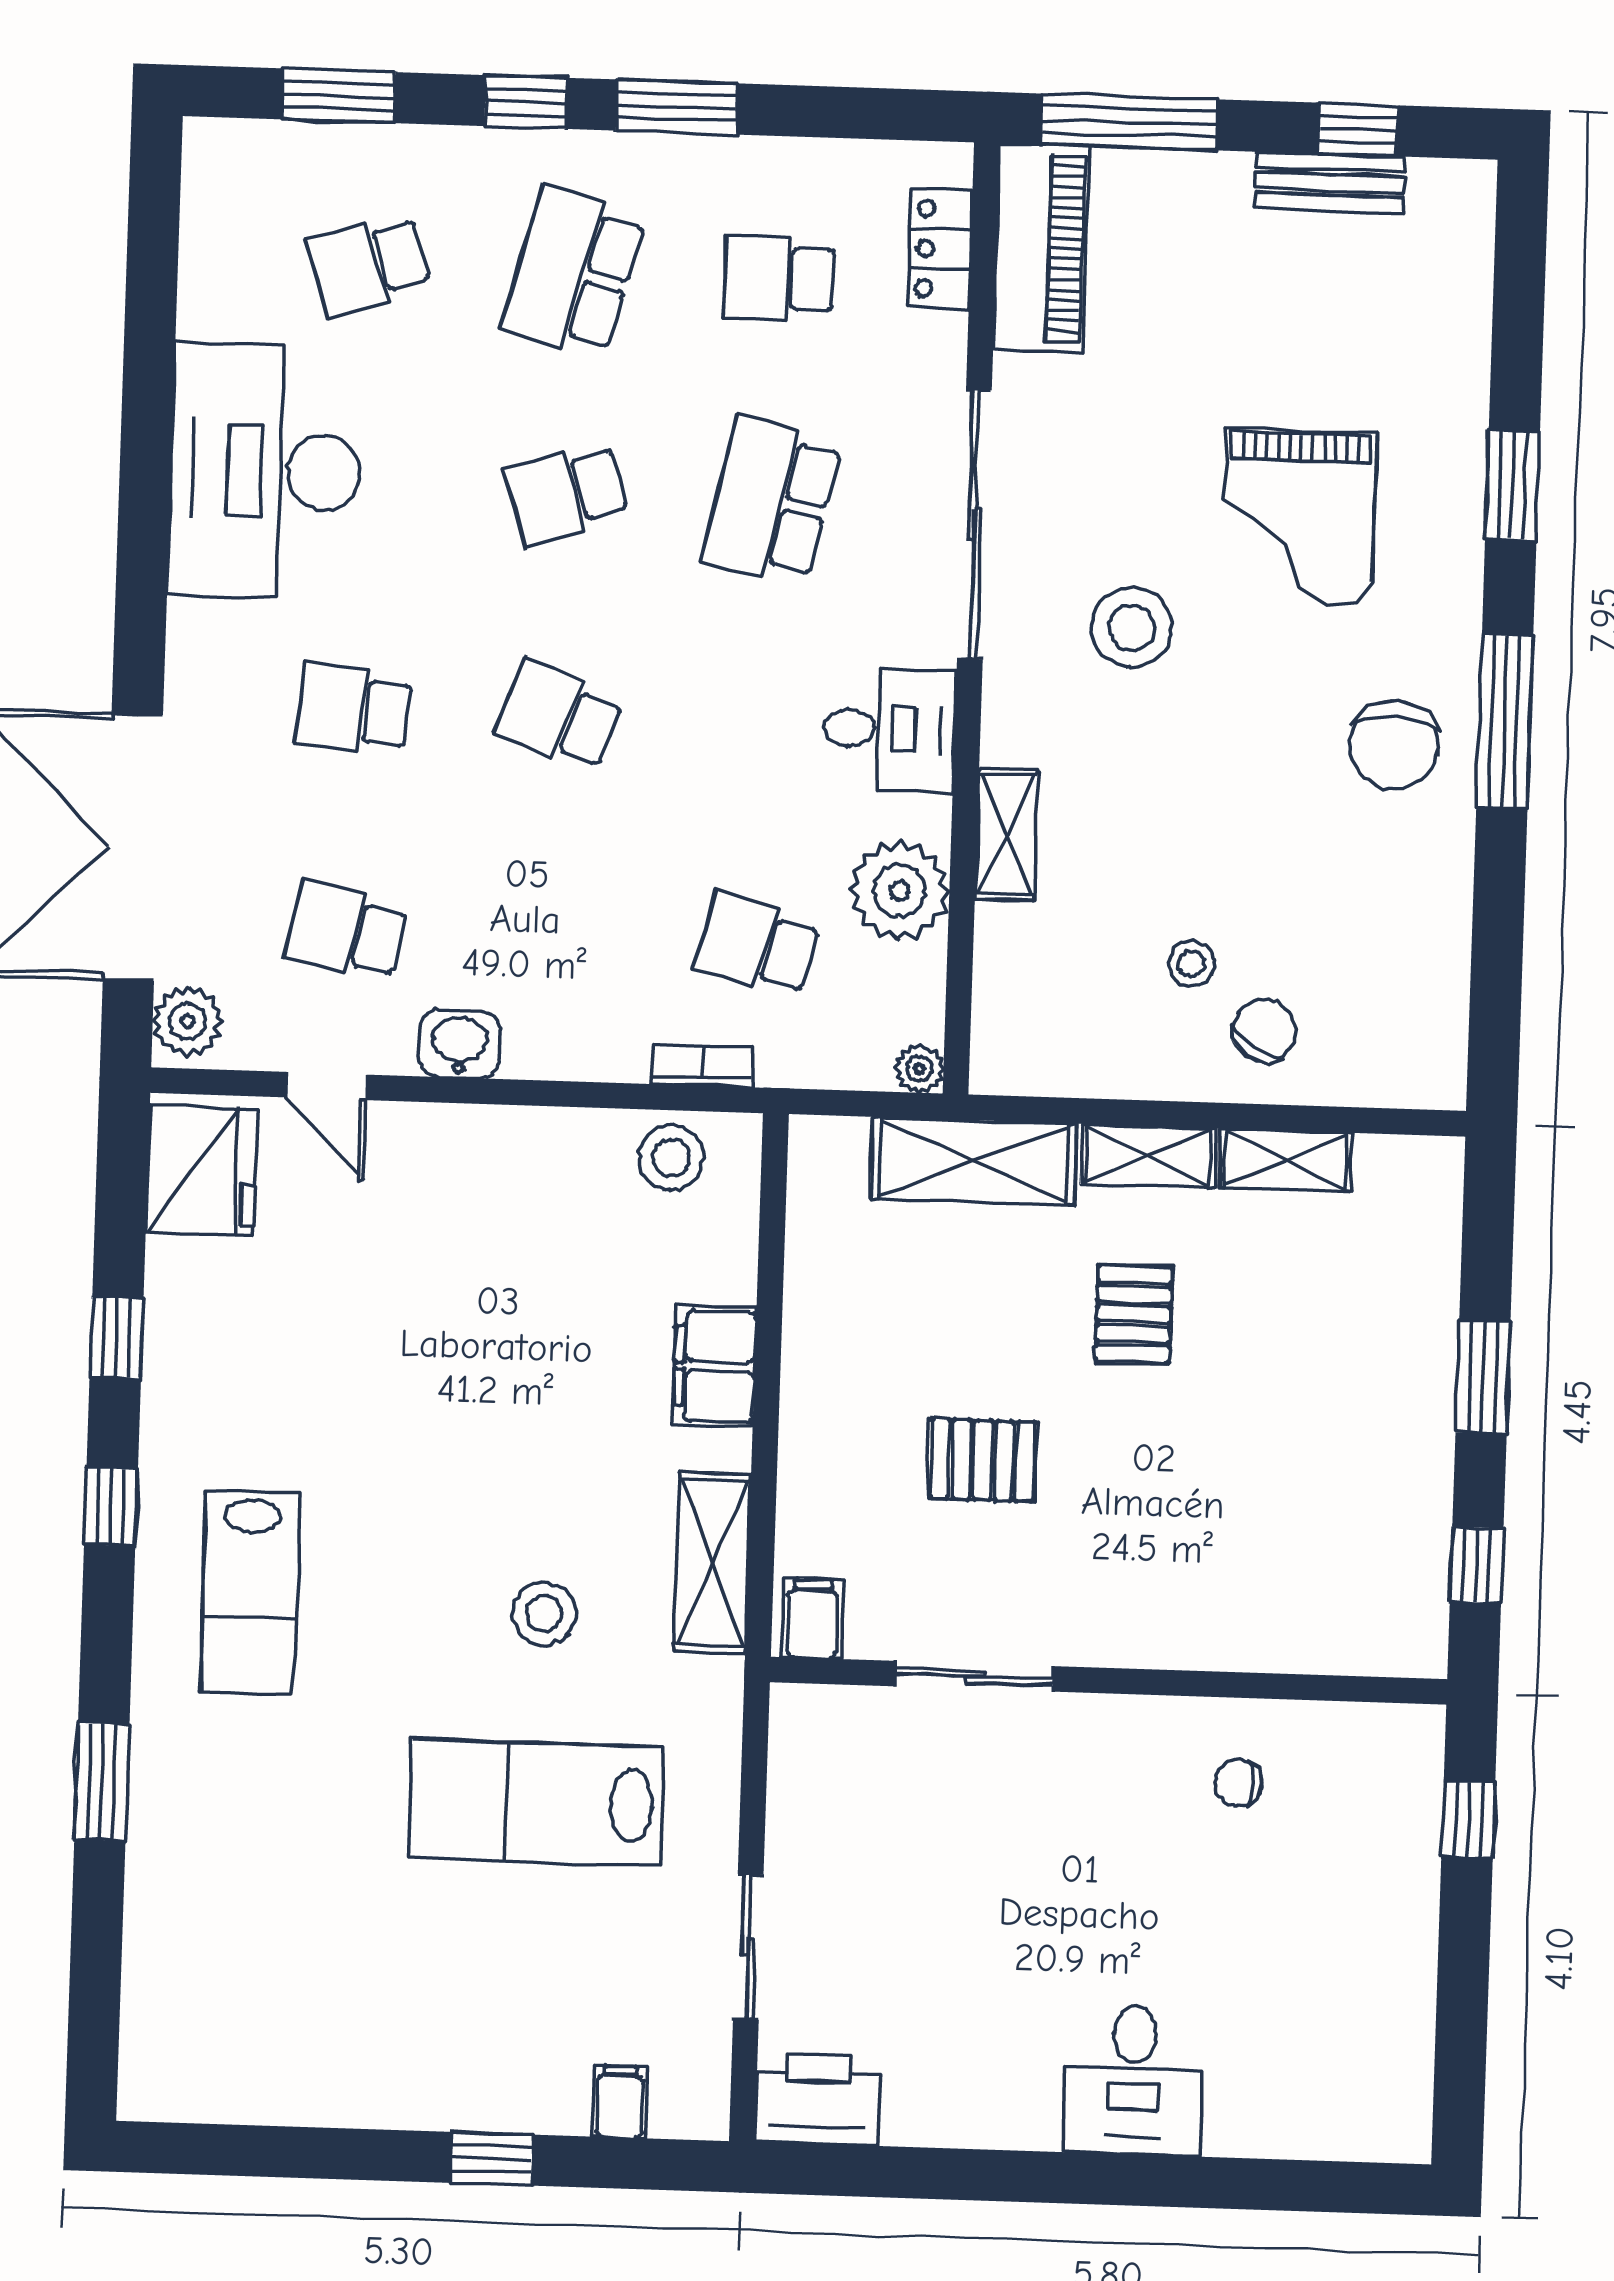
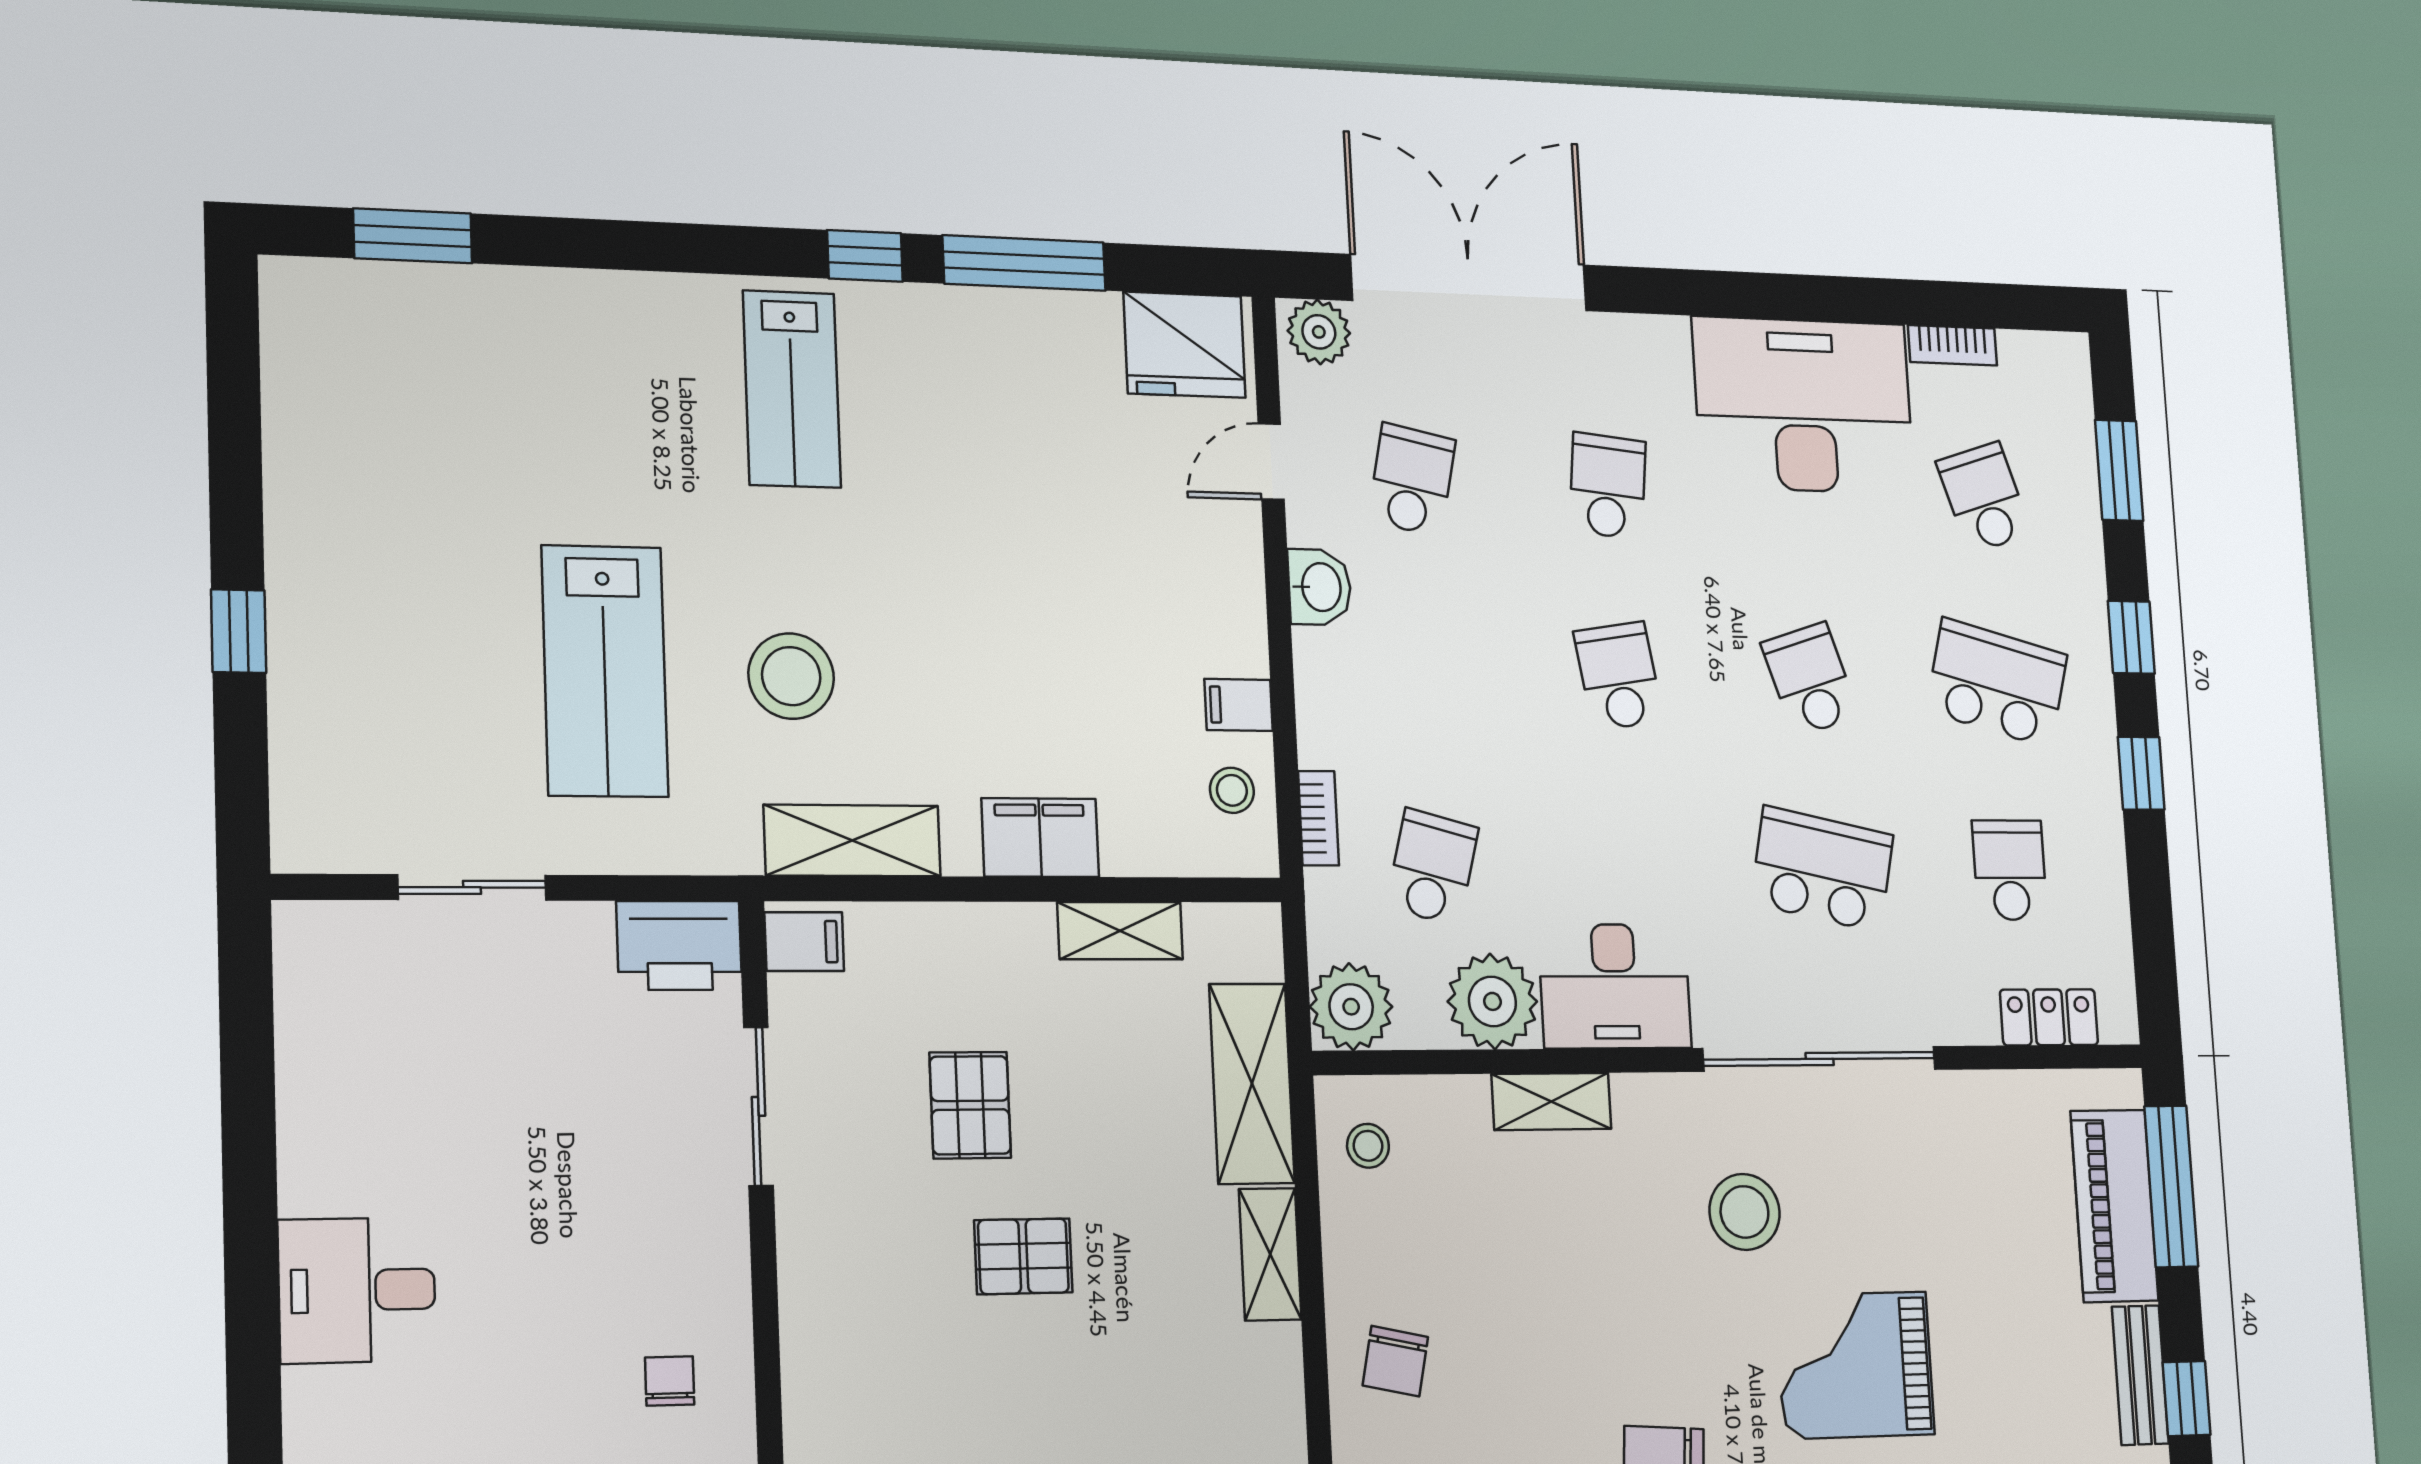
window: (677, 107) -> (2141, 773), width x0.67
piano: (1041, 248) -> (2114, 1206), moved, turned 90
bookcase: (198, 285) -> (1952, 345), added
school desk: (559, 716) -> (1619, 676), turned -30
desk: (889, 729) -> (1615, 986), width x1.37
stool: (1192, 963) -> (1368, 1146), moved
chair: (1264, 1030) -> (1395, 1361), turned 70
plant: (919, 1069) -> (1351, 1007), width x1.87, depth x1.87
stool: (671, 1158) -> (1232, 790), width x0.73, depth x0.73
shelving: (1285, 1160) -> (1120, 931), moved, turned 90
pallet: (1134, 1314) -> (1023, 1256), moved
window: (117, 1338) -> (1024, 263), width x2.17
lab bench: (250, 1593) -> (792, 389), turned -90
stool: (544, 1614) -> (791, 676), width x1.38, depth x1.38
window: (102, 1782) -> (413, 236), moved
lab bench: (536, 1802) -> (605, 671), turned 180
printer: (818, 2100) -> (679, 945), moved, turned 90
filing cabinet: (619, 2102) -> (1239, 705), moved, turned 180

